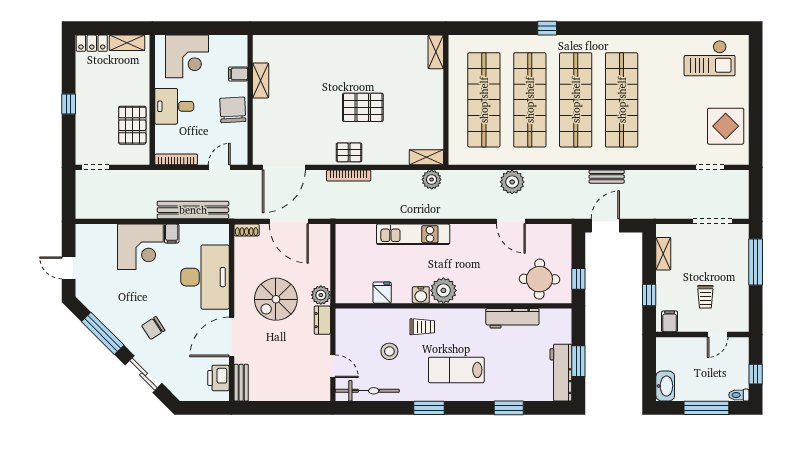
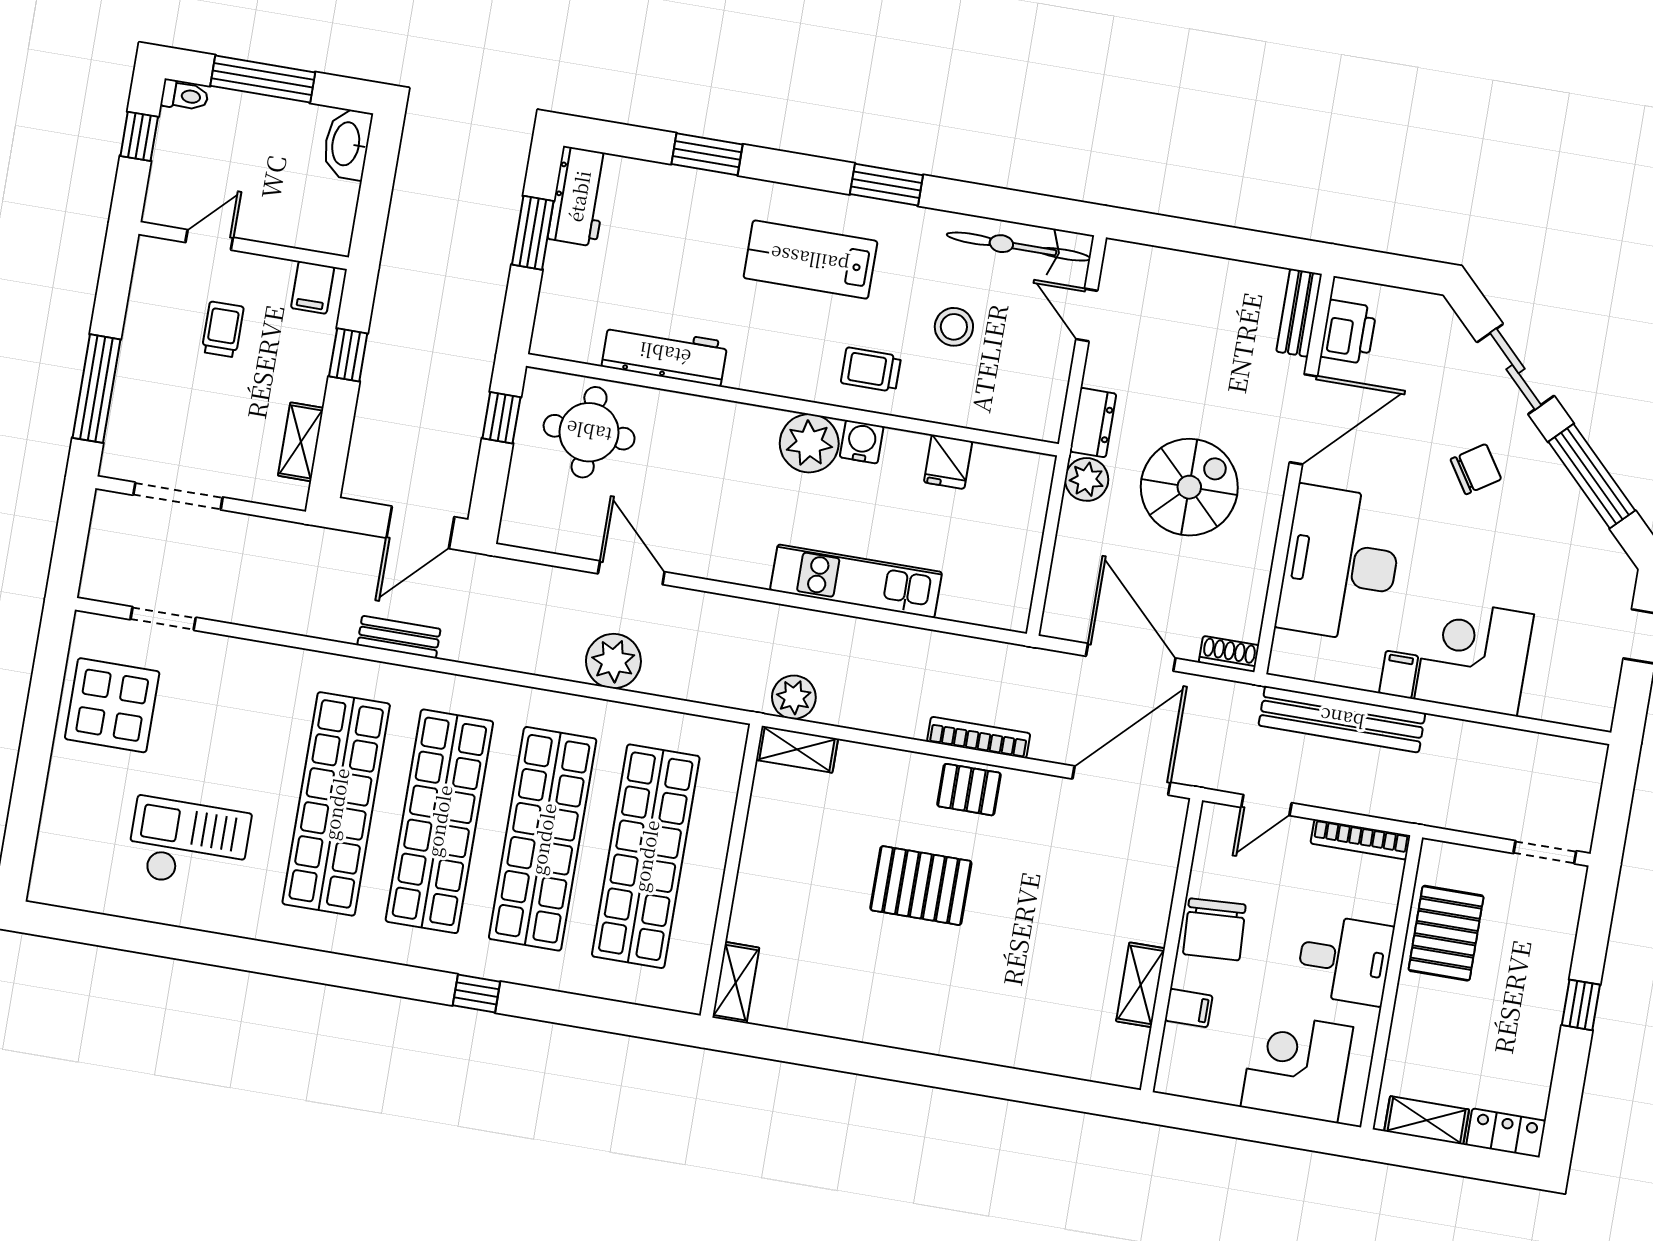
checkout: (710, 58) -> (188, 844), moved
lab bench: (456, 370) -> (810, 260), turned 180
workbench: (561, 373) -> (579, 196), width x0.73

